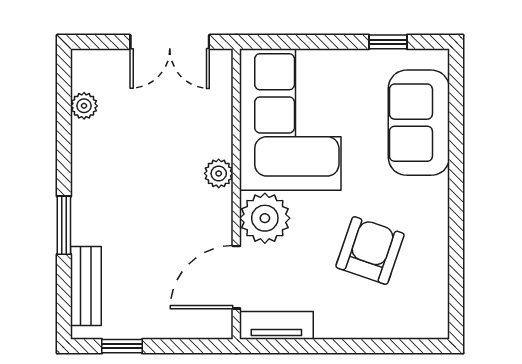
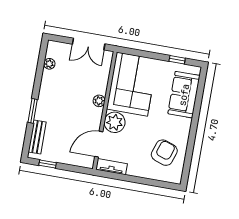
armchair: (370, 250) -> (164, 153), moved

